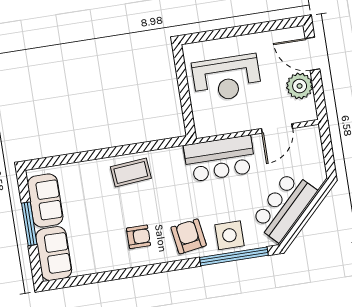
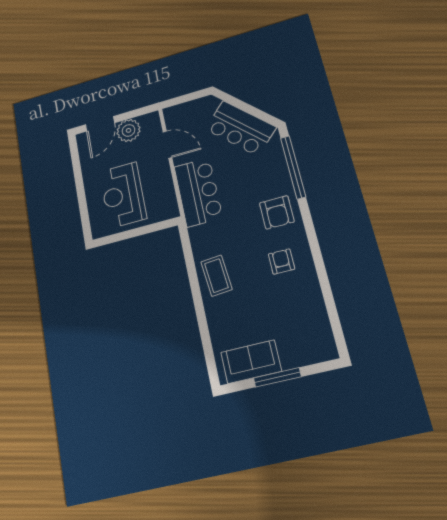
reception desk: (227, 78) -> (123, 195), turned 180
side table: (229, 235) -> (272, 174), removed
armchair: (189, 236) -> (277, 212), turned -81
sofa: (54, 253) -> (307, 348), removed

